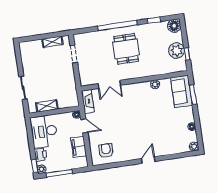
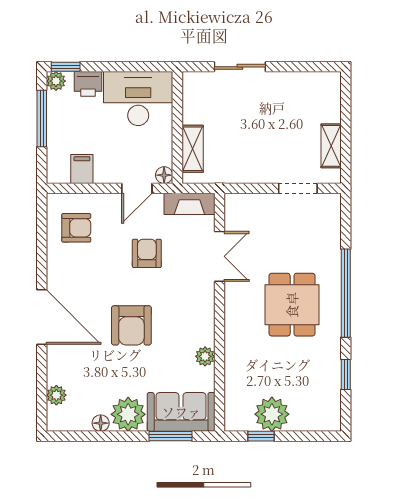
floor lamp: (174, 26) -> (327, 417), removed
dining table: (126, 49) -> (292, 305), turned 90
double door: (109, 84) -> (219, 256), swing flipped
shelving: (47, 106) -> (193, 149), moved
plant: (186, 115) -> (128, 414), added
armchair: (113, 117) -> (147, 253), added
armchair: (146, 119) -> (131, 325), added
filing cabinet: (79, 147) -> (82, 169), width x0.50
plant: (194, 147) -> (56, 395), moved
door: (148, 160) -> (42, 317), width x1.88

